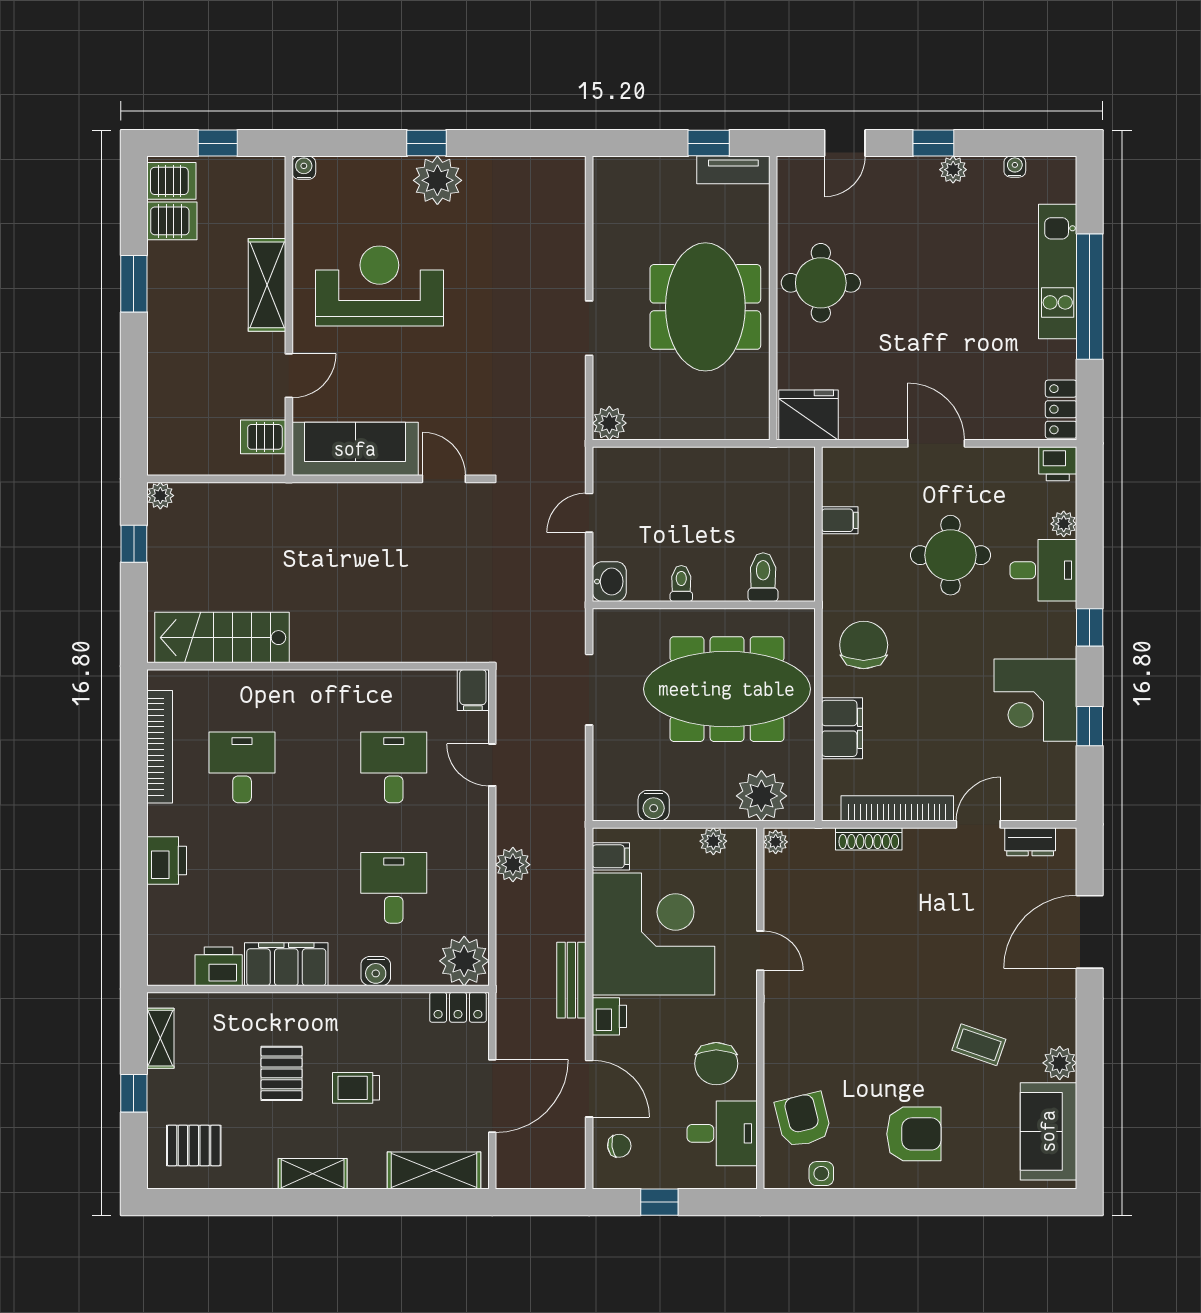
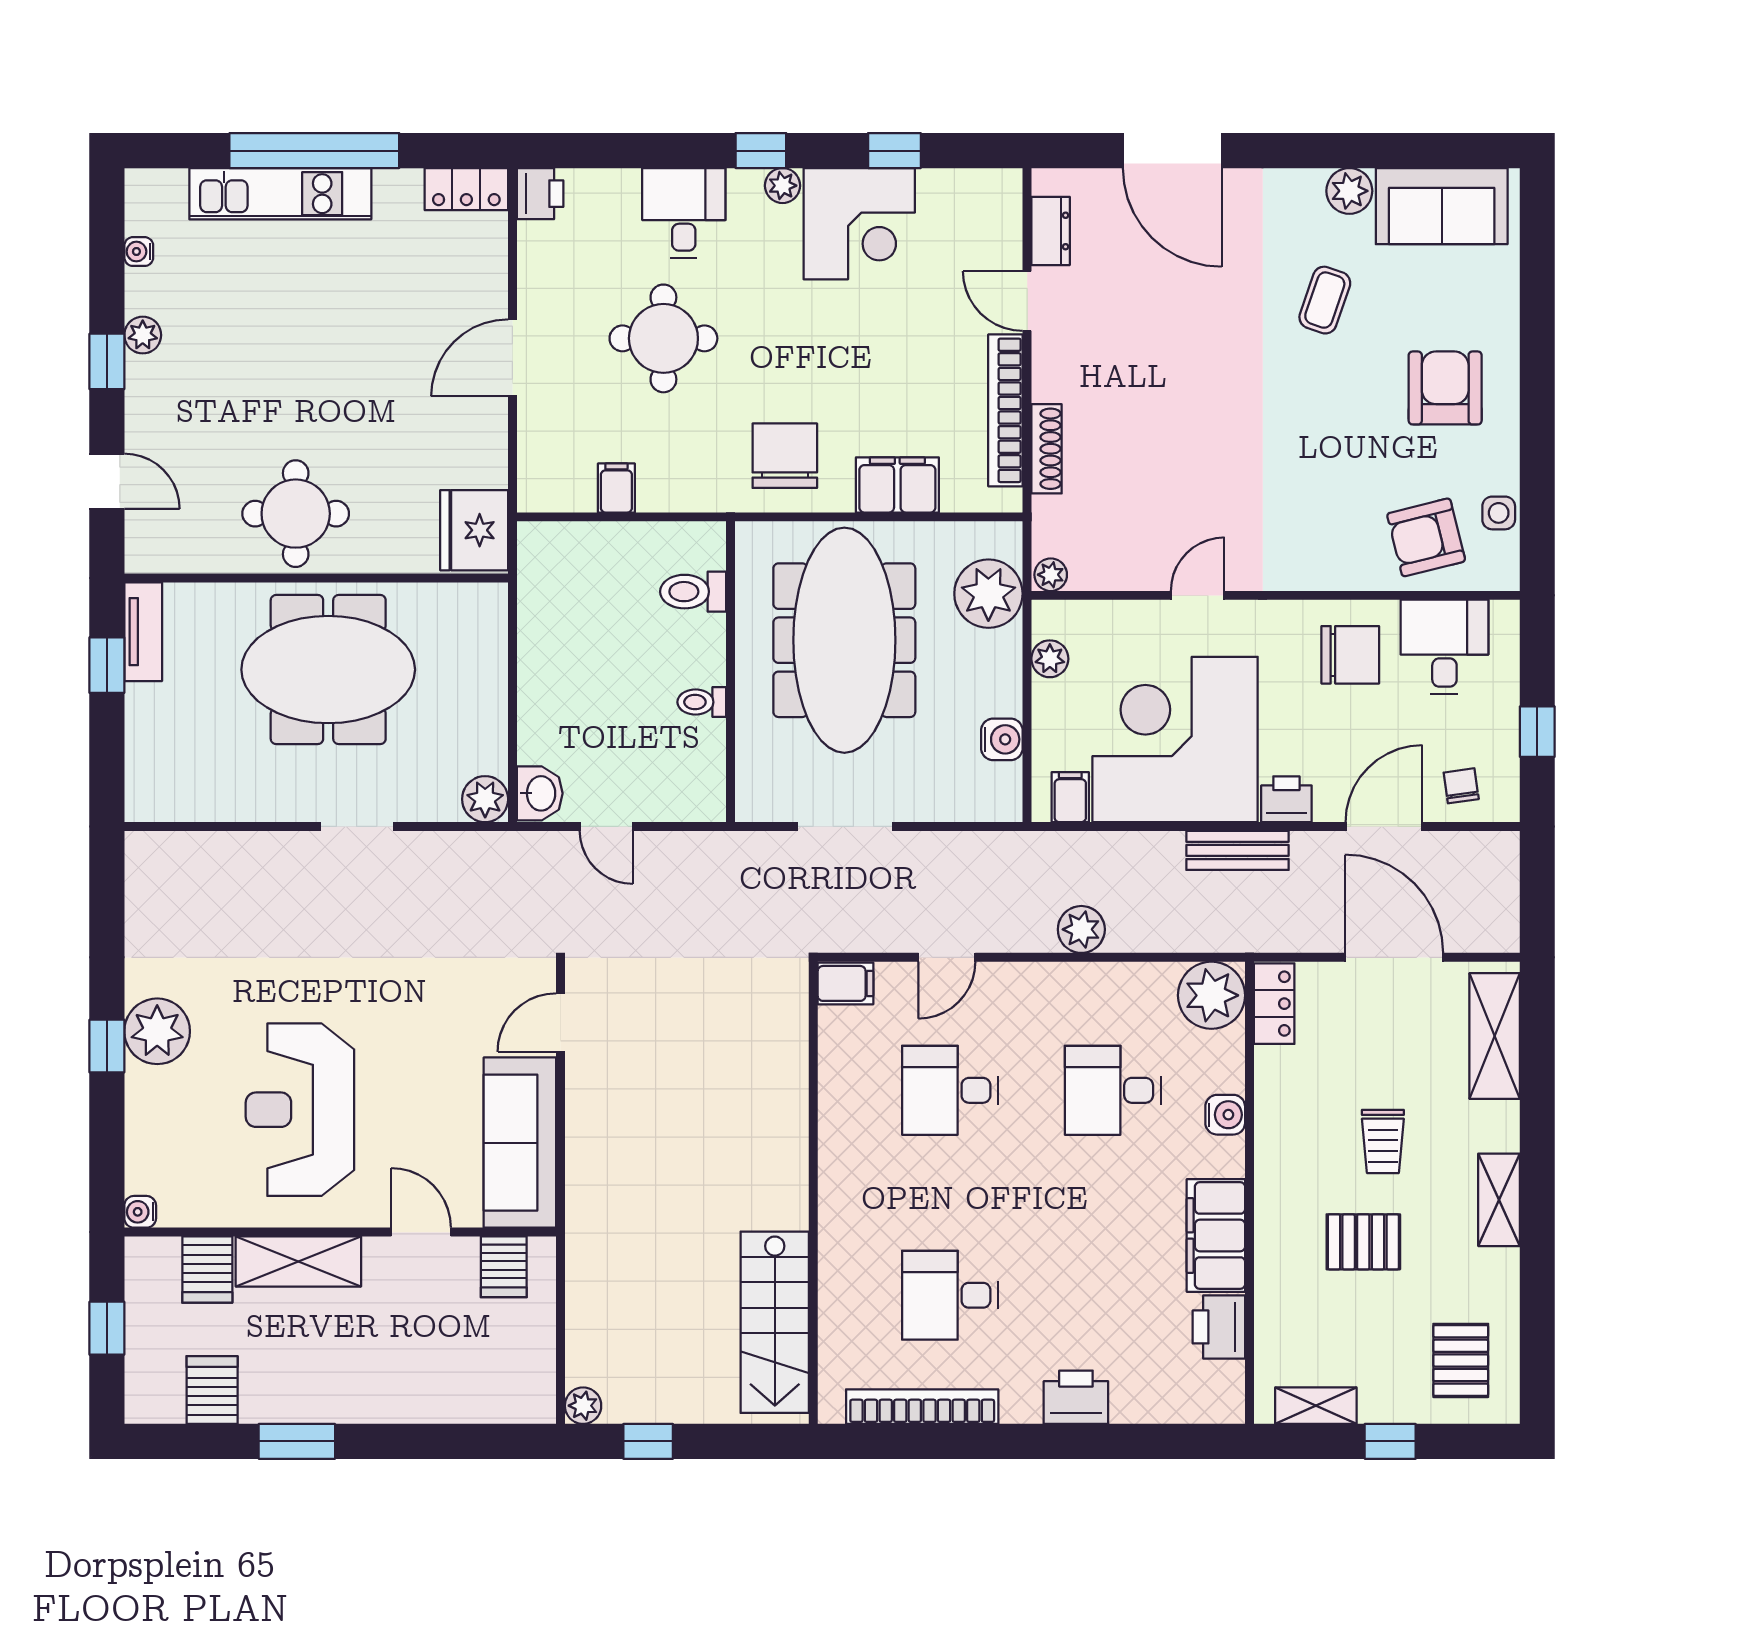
server rack: (171, 181) -> (207, 1270), moved, turned 180
plant: (1064, 524) -> (783, 186), moved
washbasin: (609, 582) -> (540, 793), moved, turned 90
chair: (864, 645) -> (785, 456), turned 90

